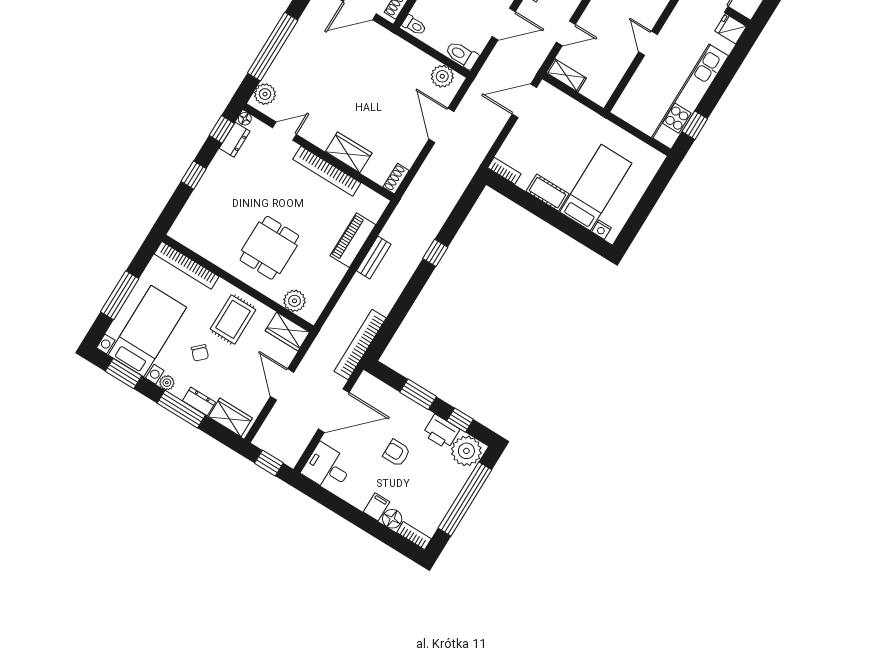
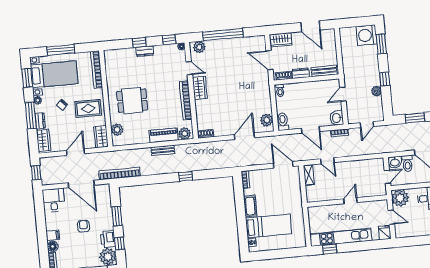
dresser: (235, 140) -> (145, 51), moved
wardrobe: (349, 152) -> (200, 88), moved
plant: (373, 208) -> (185, 134), added

